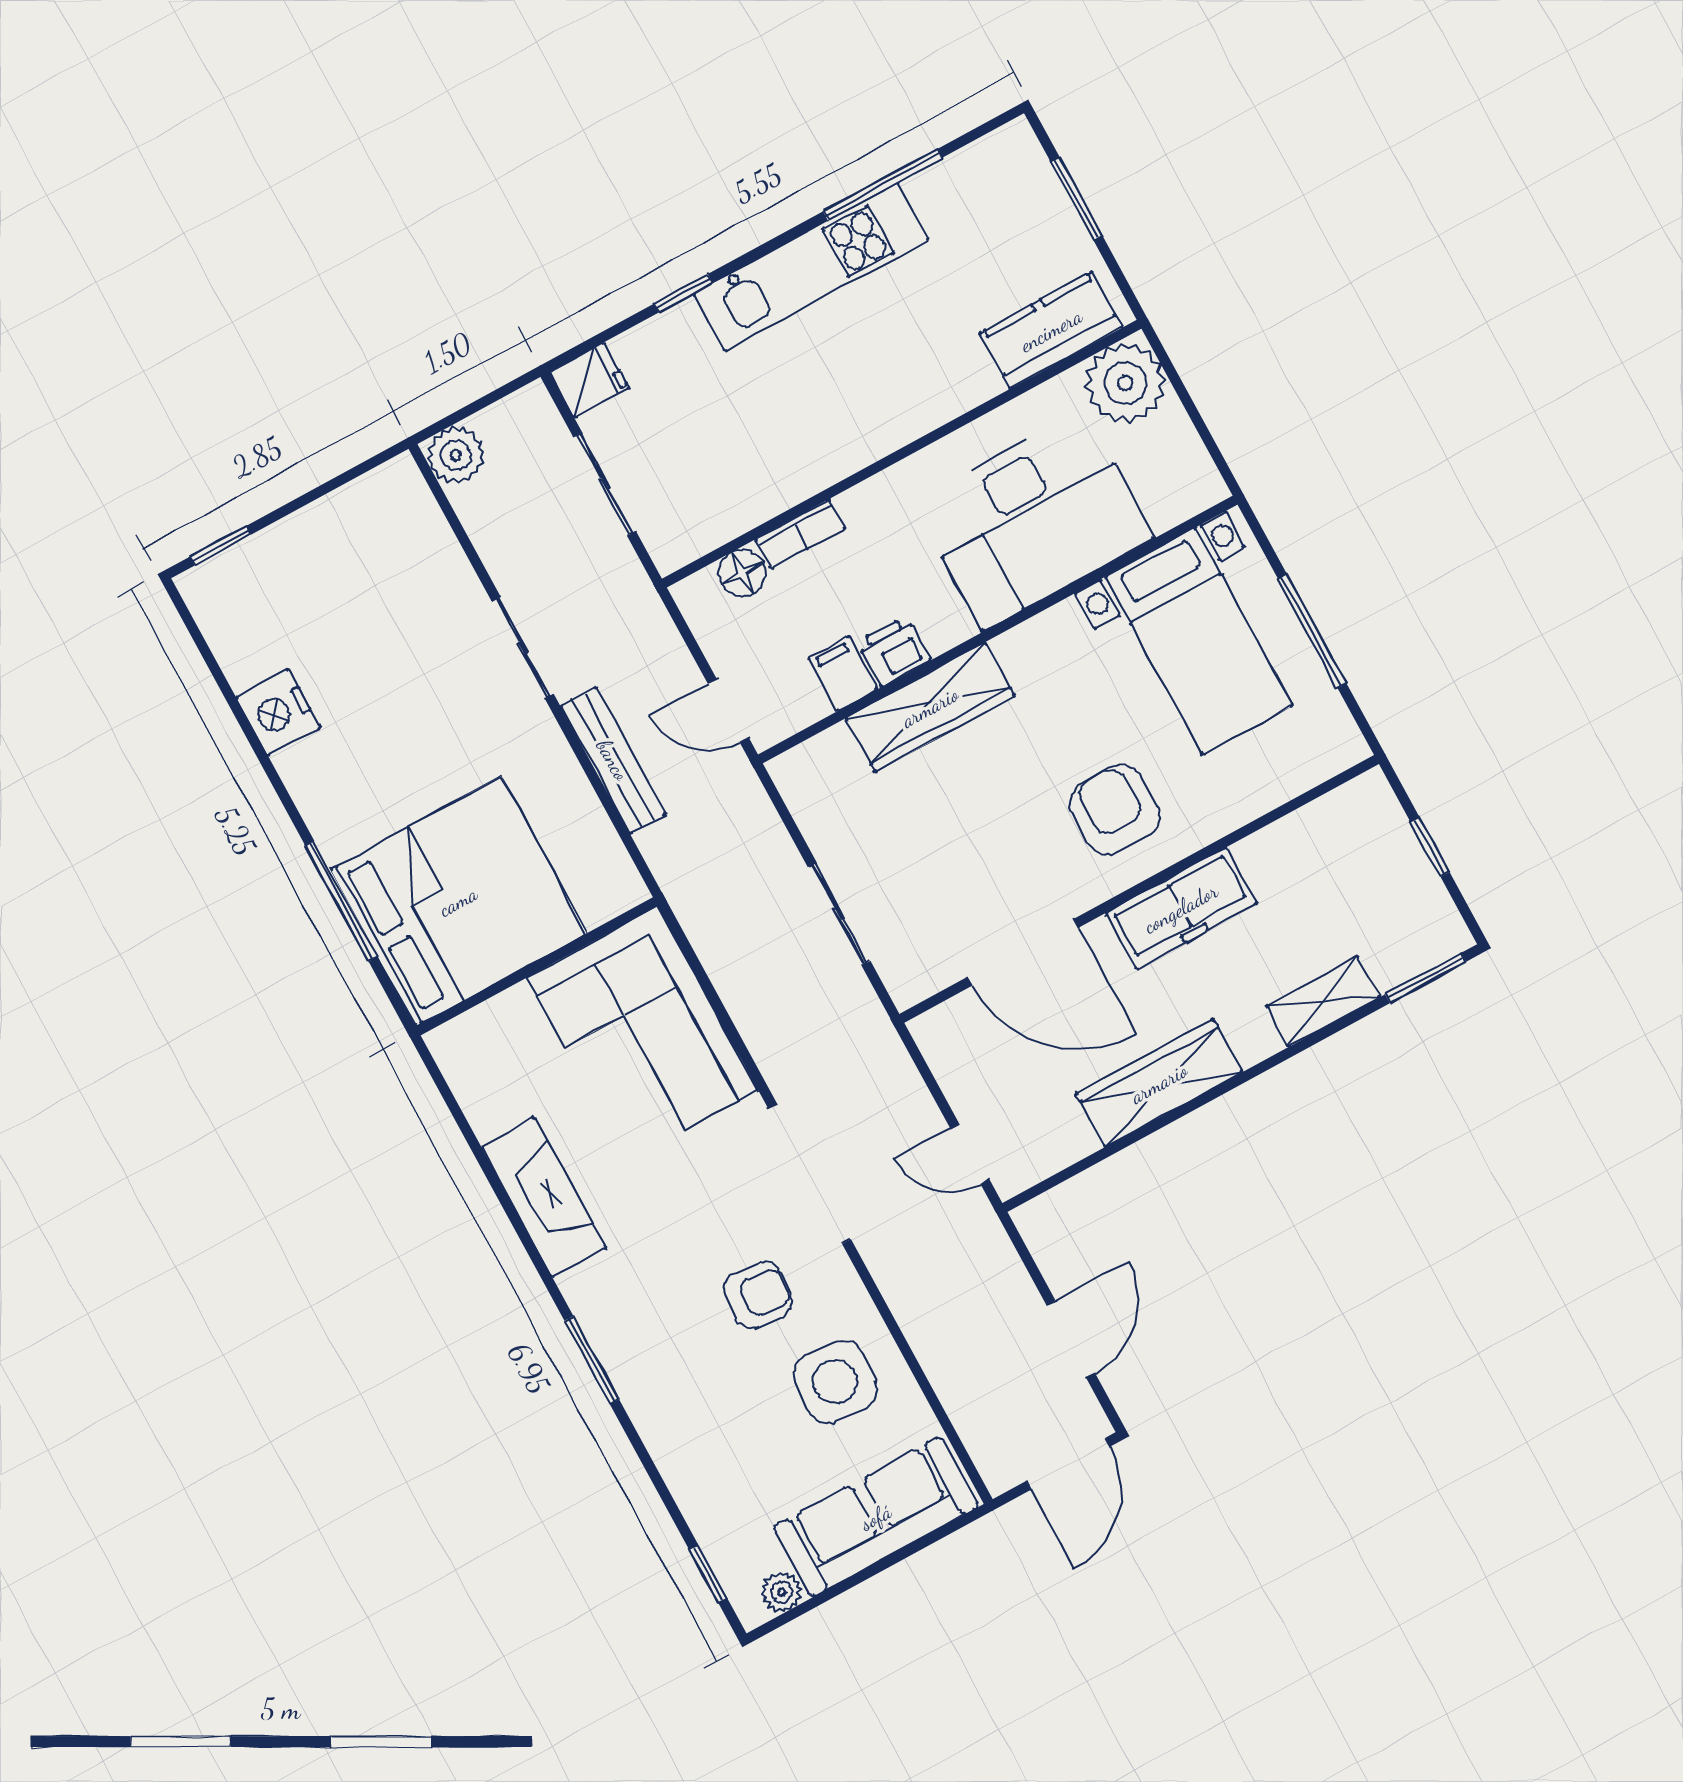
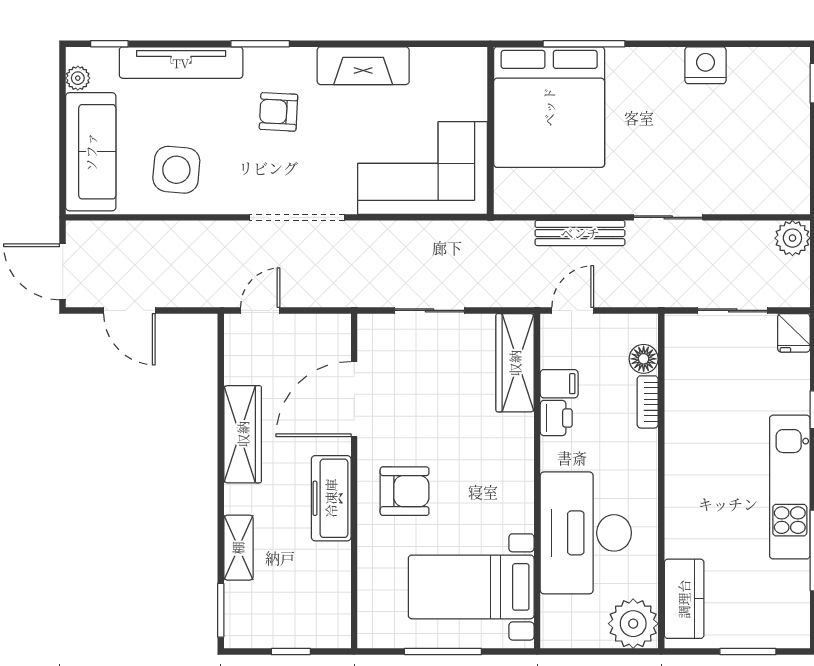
wardrobe: (930, 707) -> (515, 363), moved
armchair: (758, 1295) -> (278, 112), moved, turned 87
tv unit: (680, 1458) -> (181, 63), added

